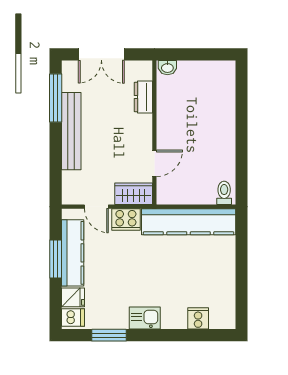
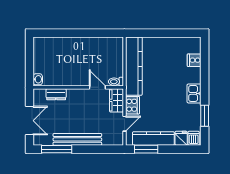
toilet: (224, 193) -> (116, 82), moved
window: (56, 259) -> (146, 149), moved

